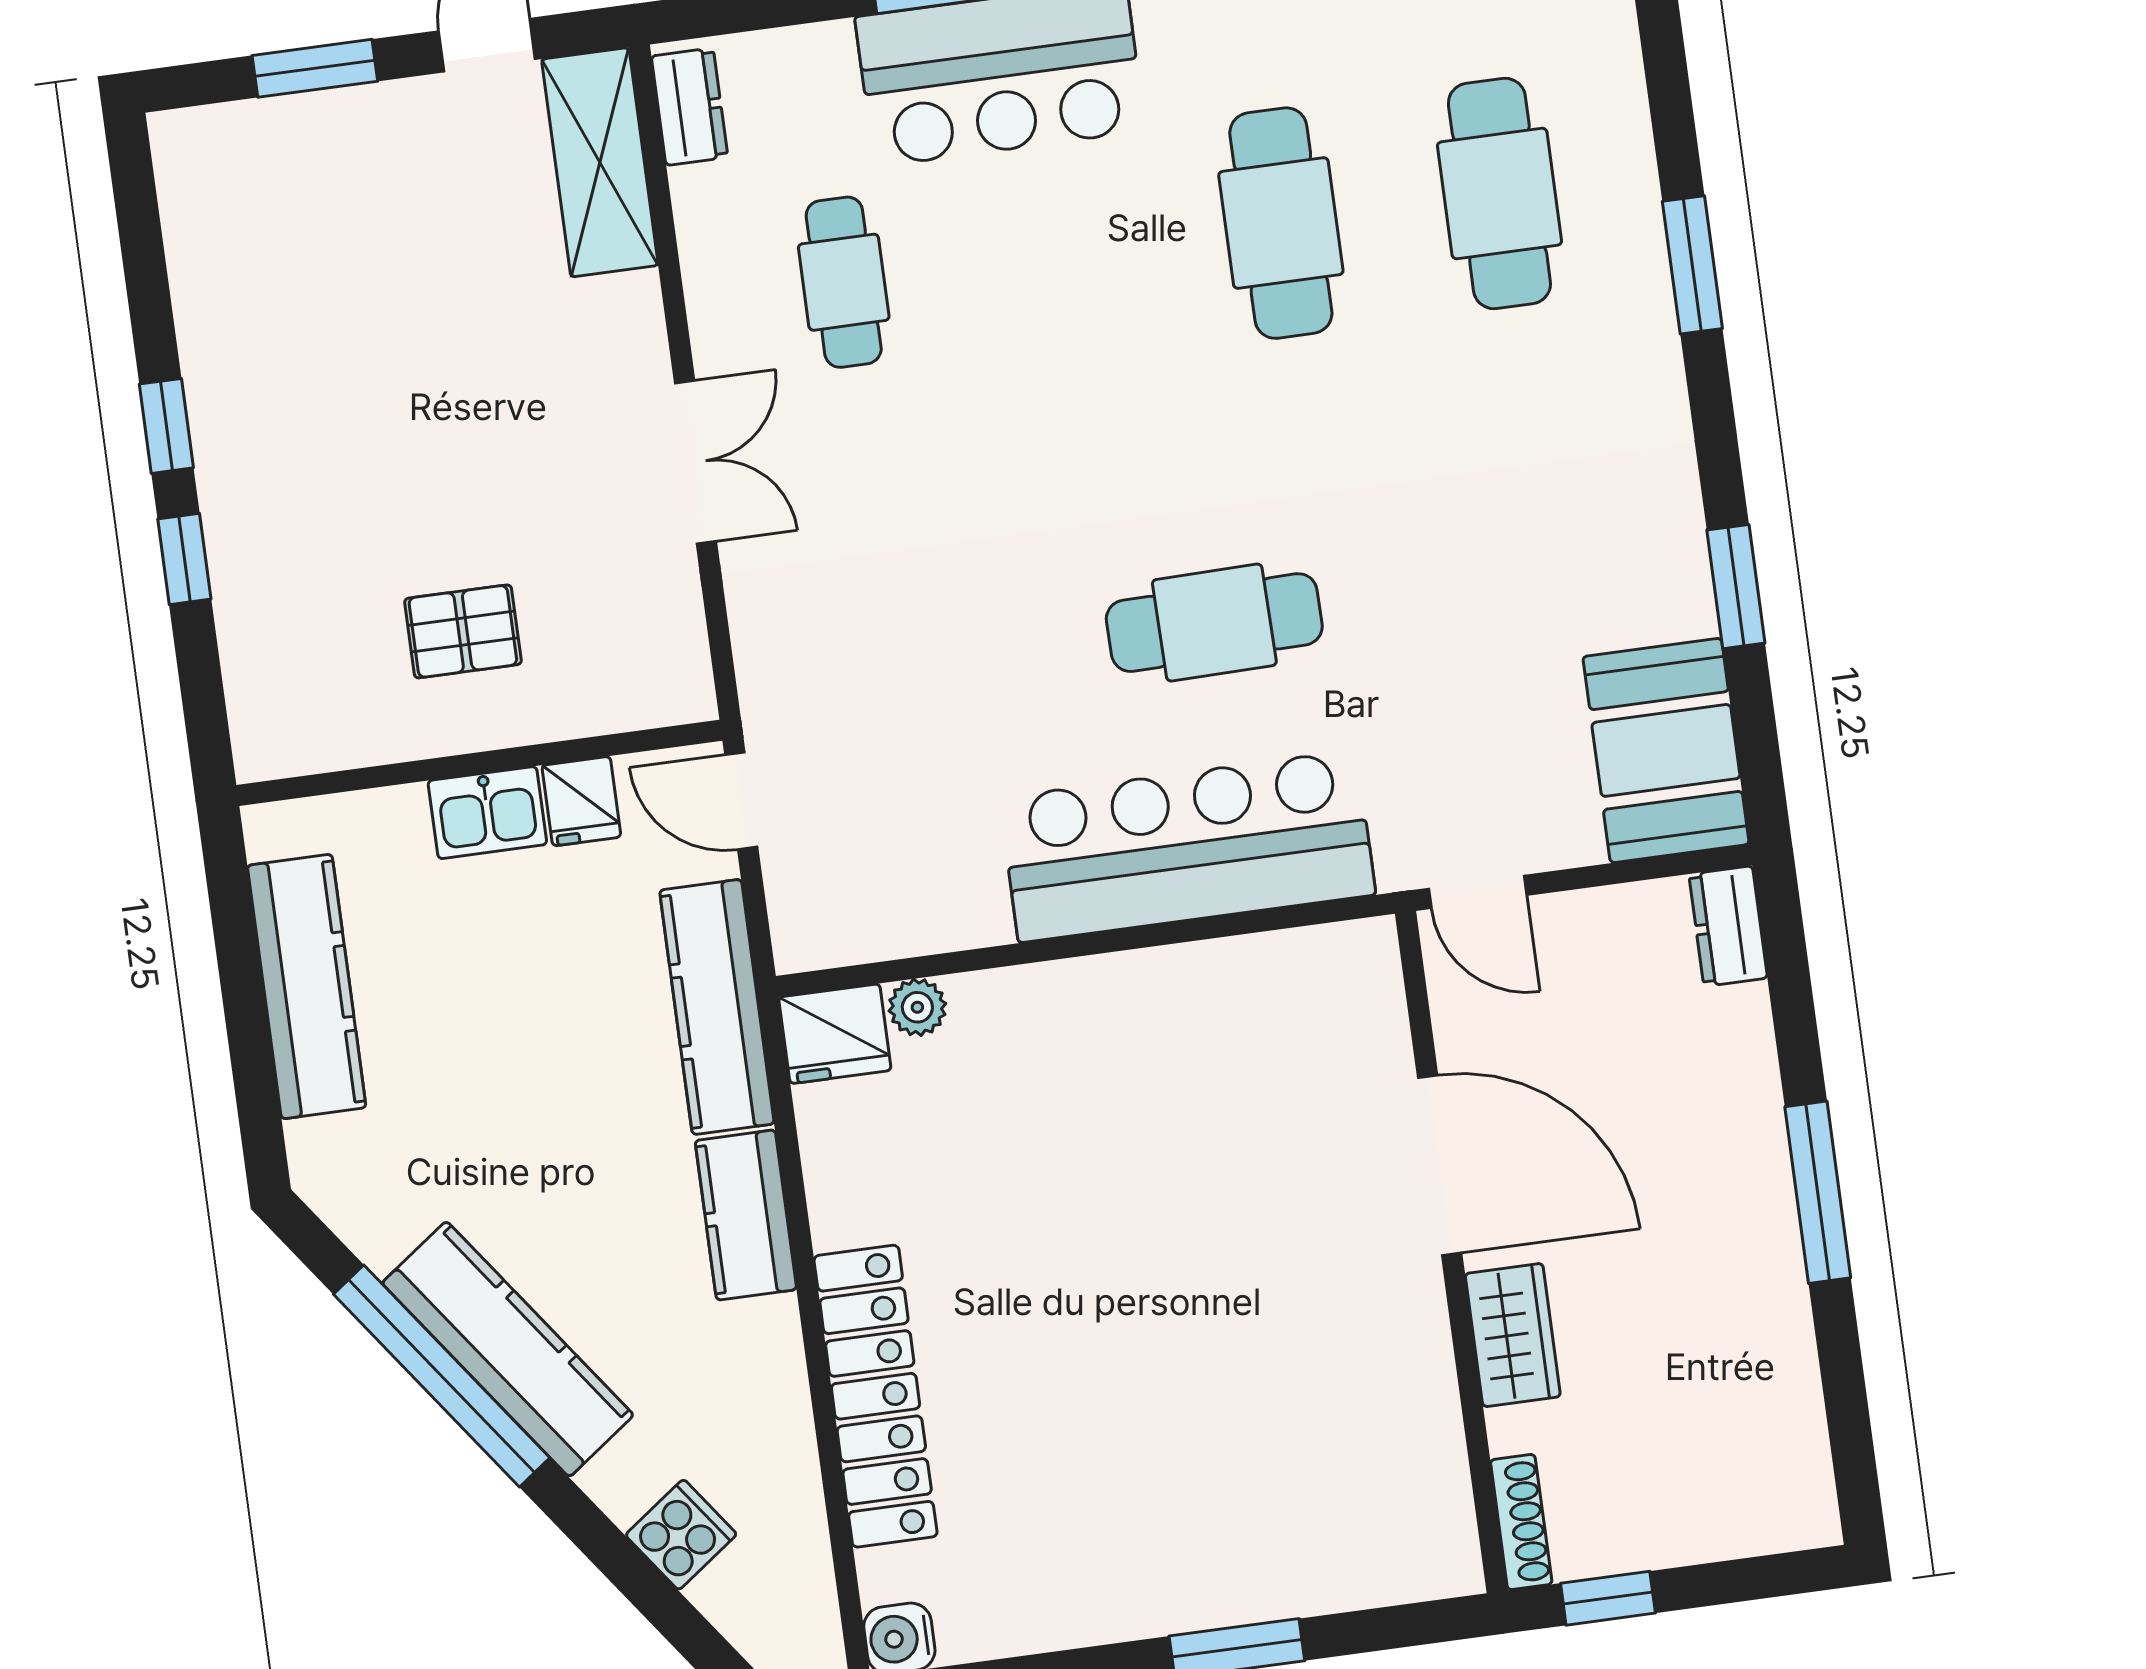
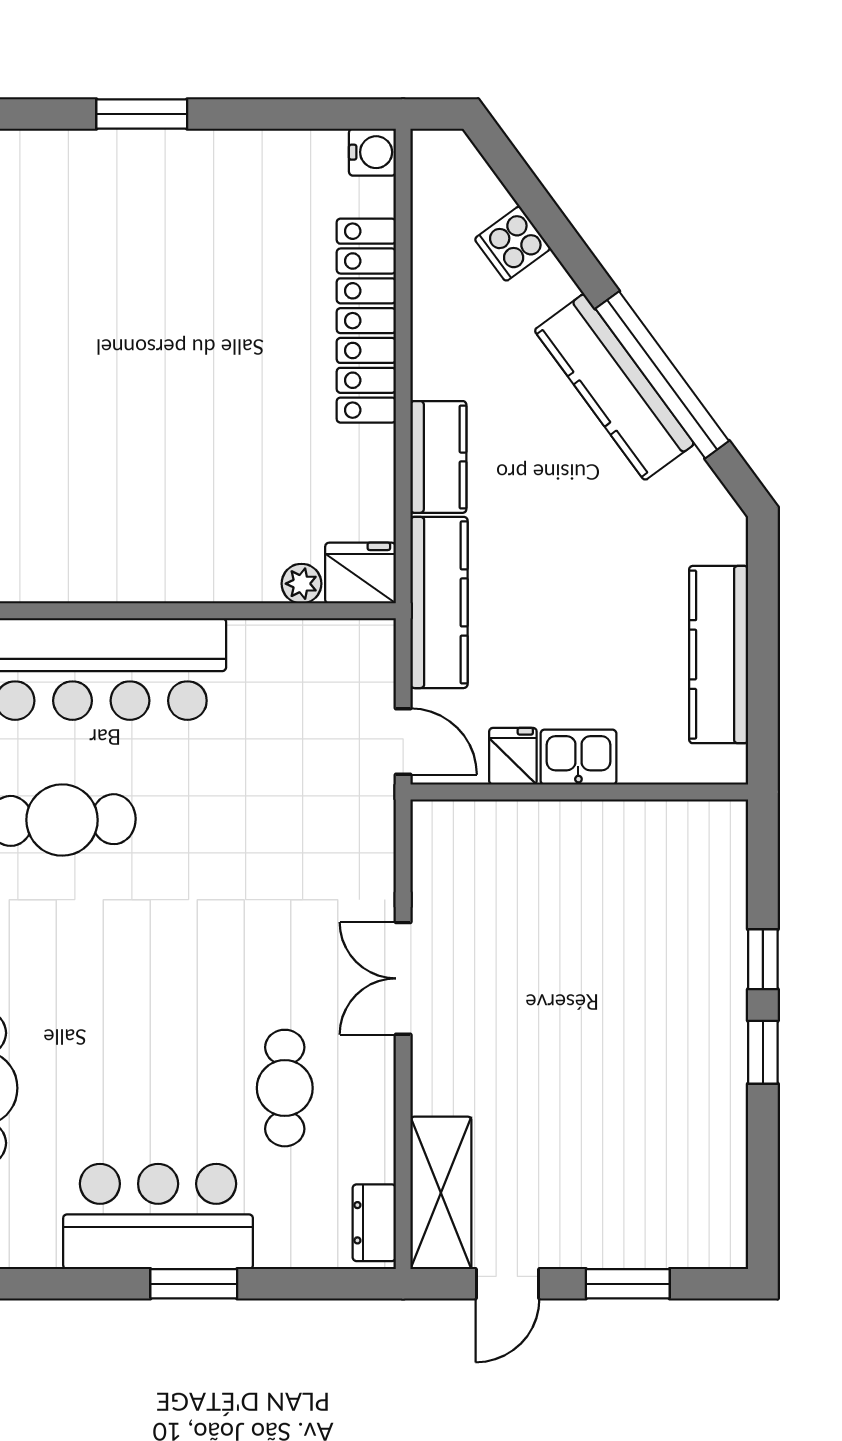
pallet: (463, 631) -> (578, 884), removed

